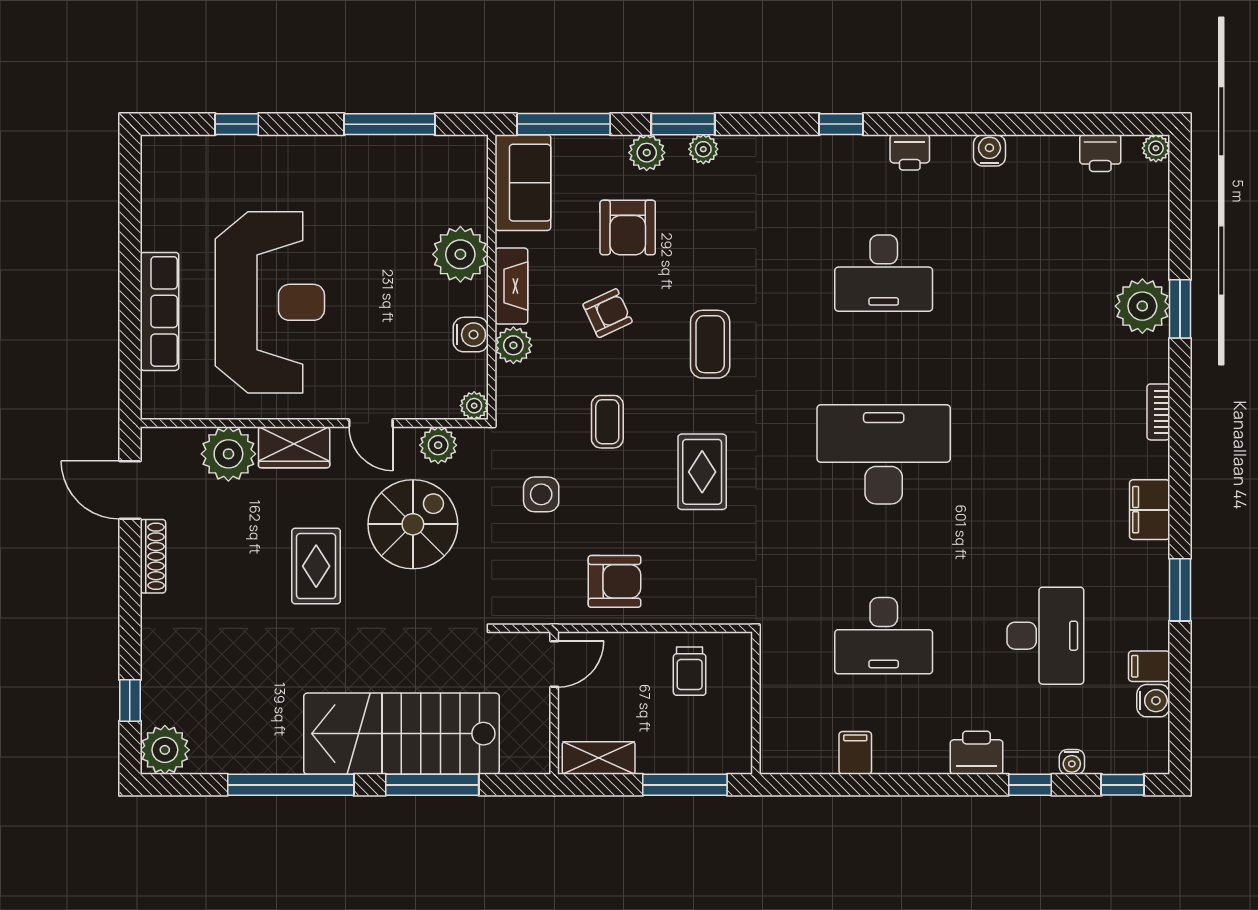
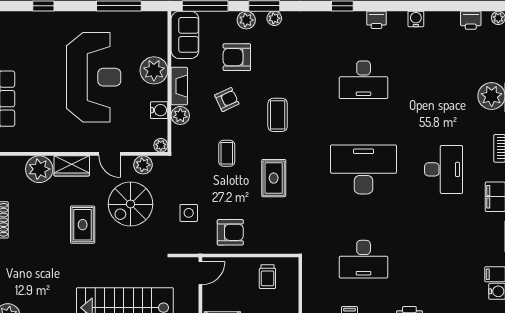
armchair: (628, 227) -> (237, 57), turned 90
reception desk: (270, 302) -> (94, 77), moved
side table: (541, 494) -> (189, 213), moved
spiral stairs: (413, 524) -> (130, 204), turned 180
desk: (1045, 636) -> (444, 169), moved

